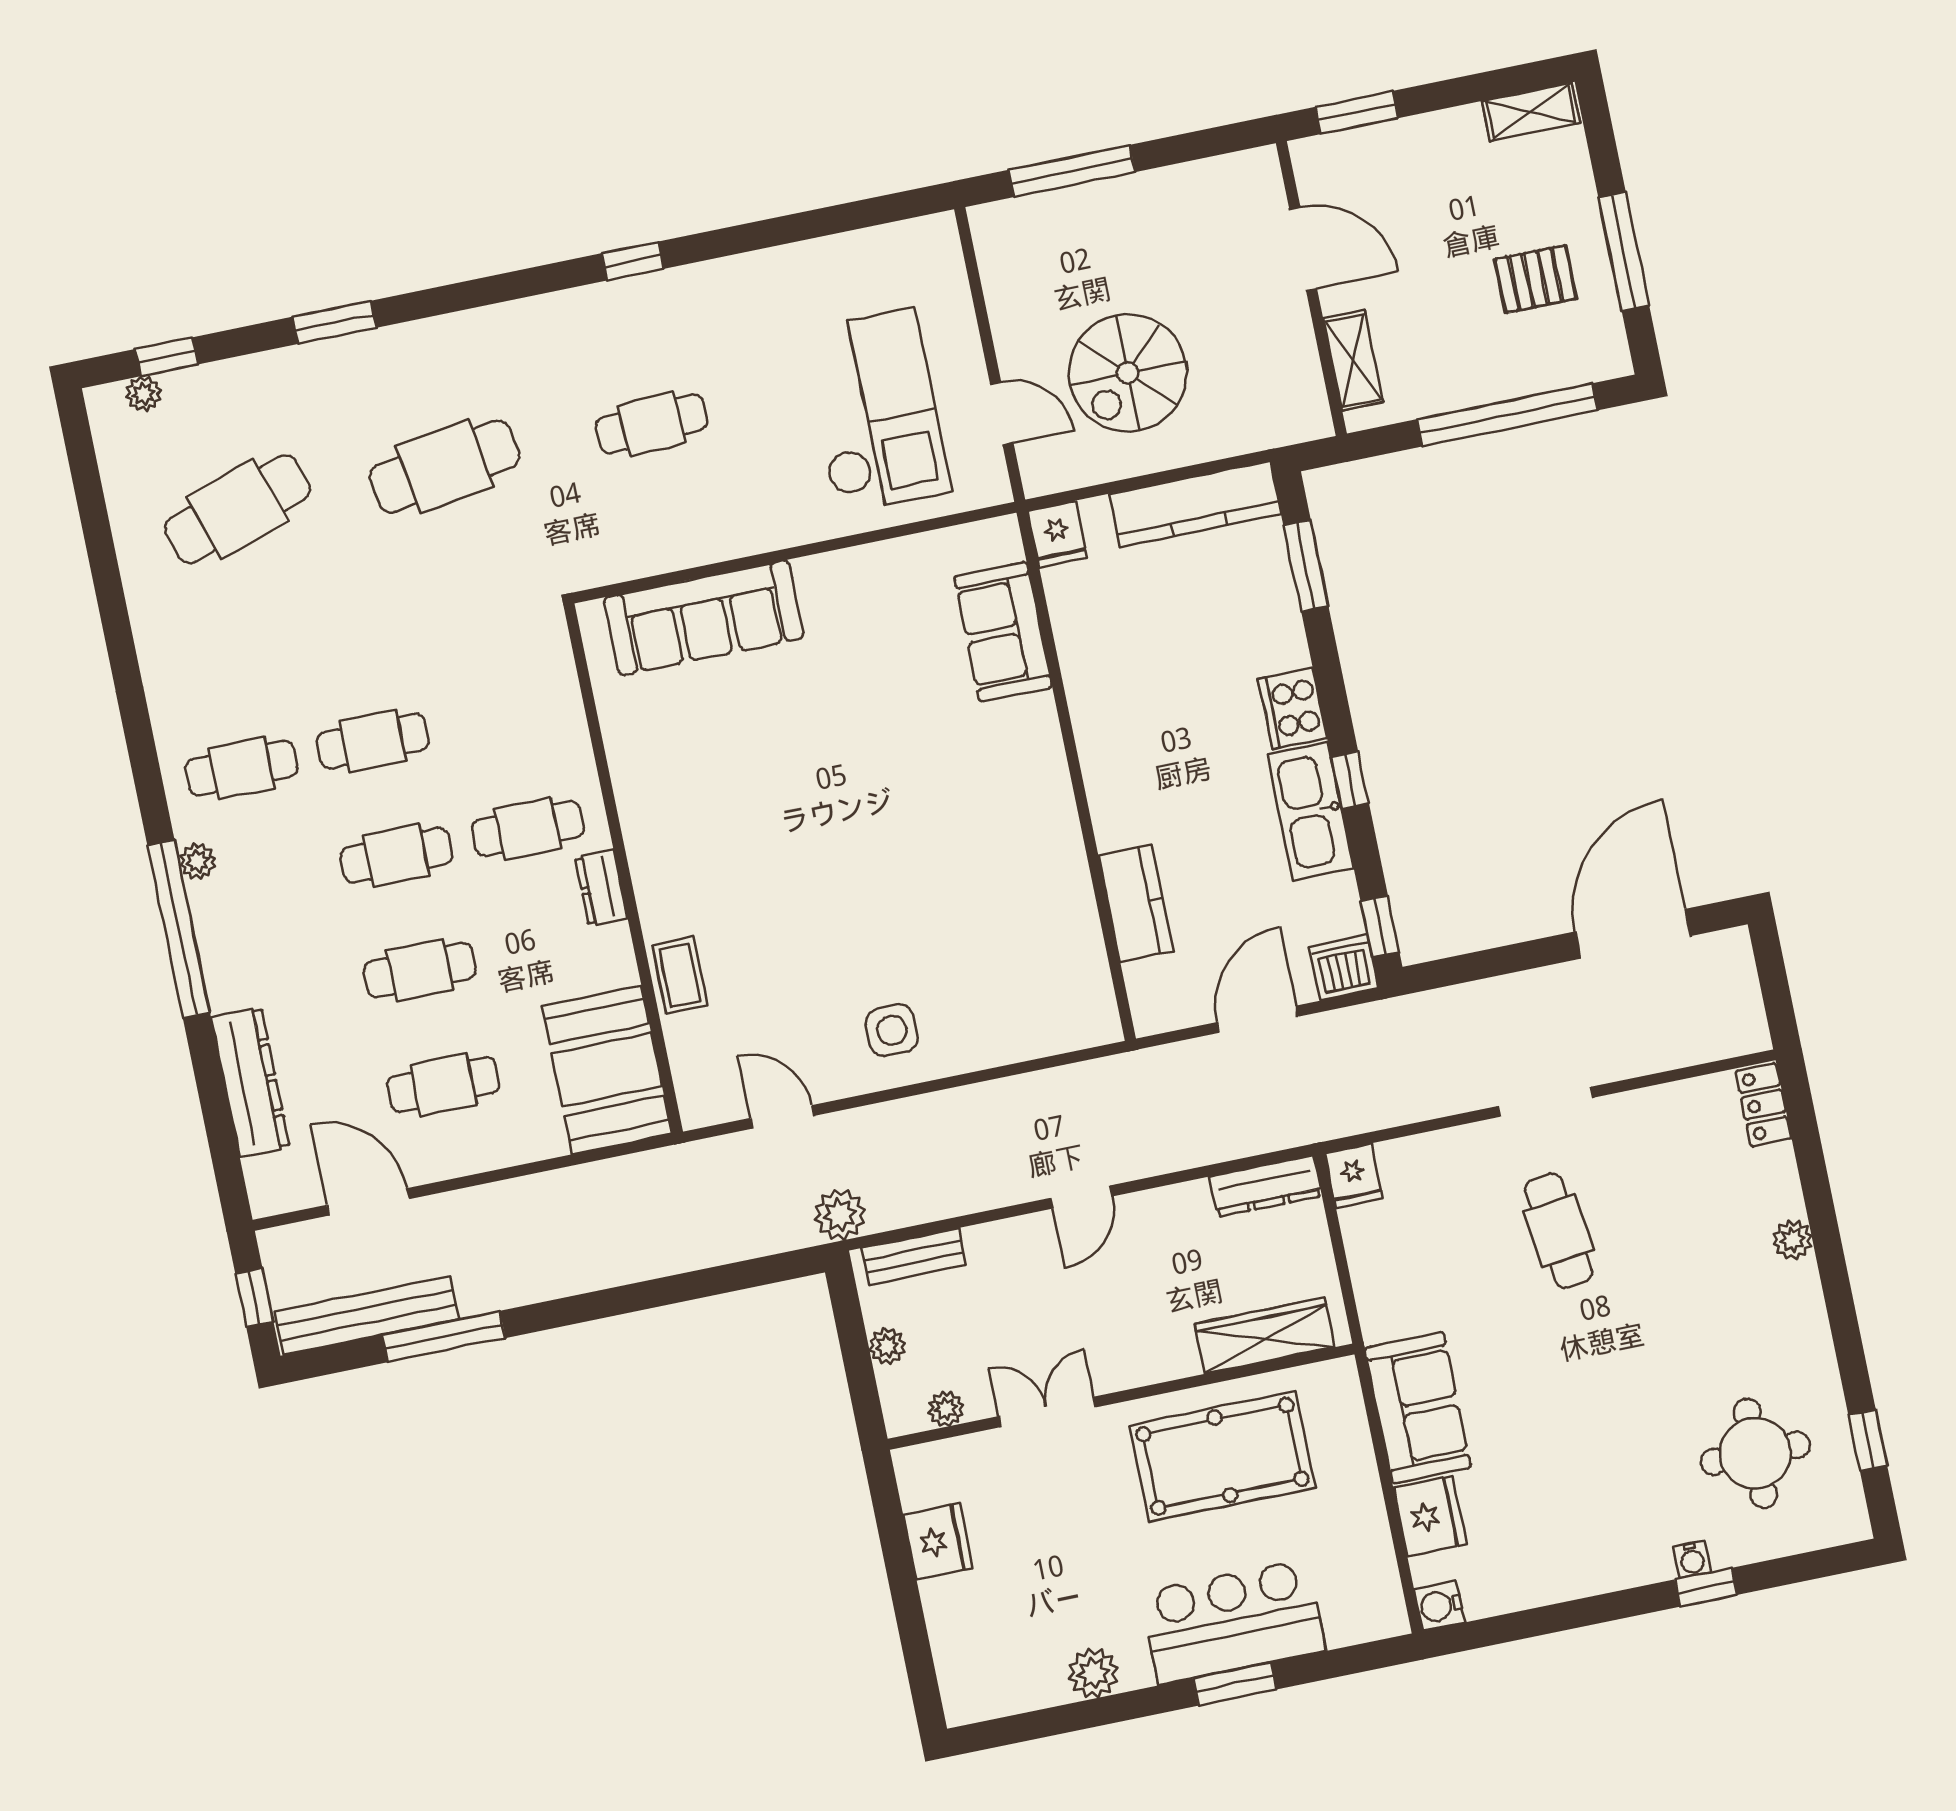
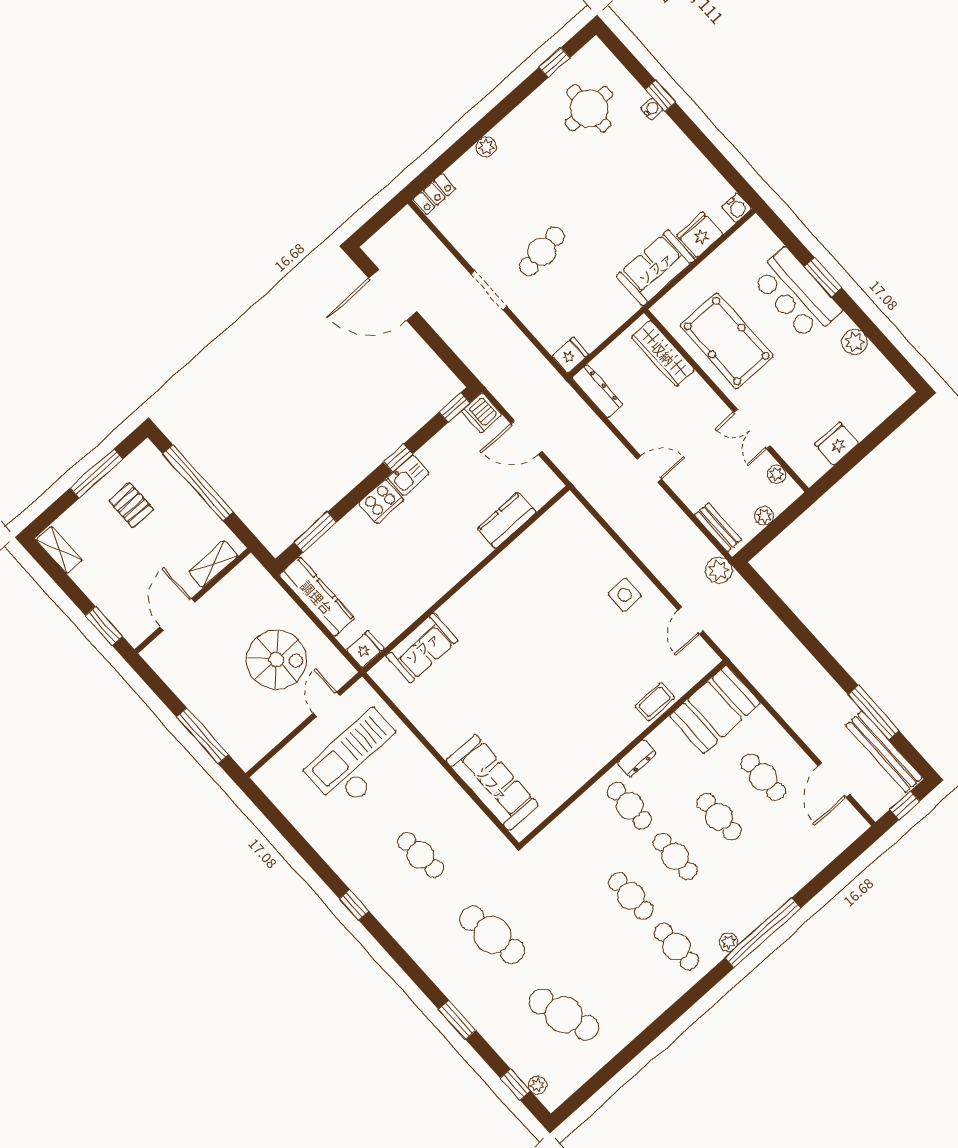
kitchen sink: (1310, 811) -> (408, 475), width x0.53, depth x0.81
dresser: (250, 1082) -> (811, 862), removed

